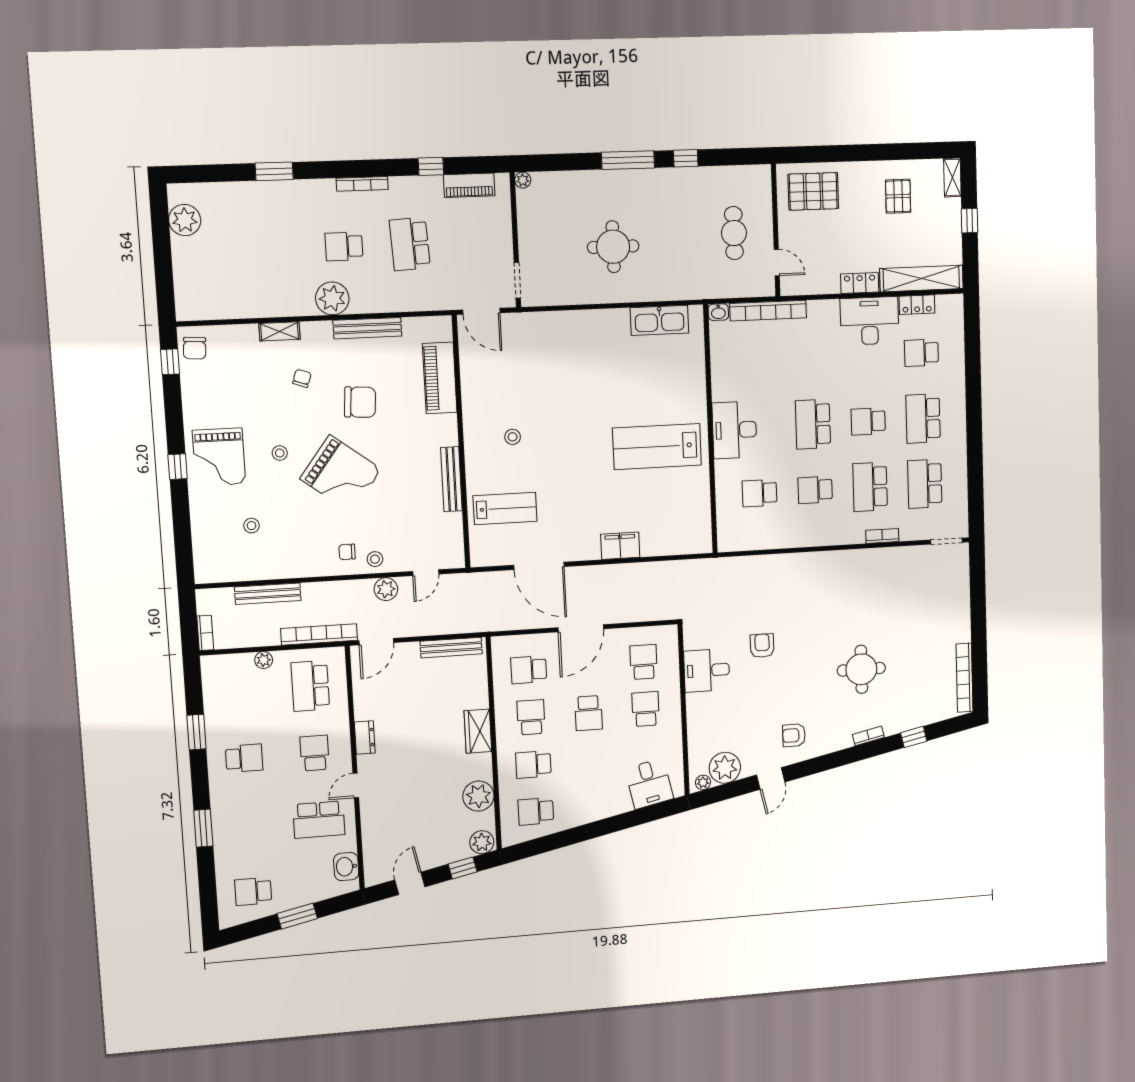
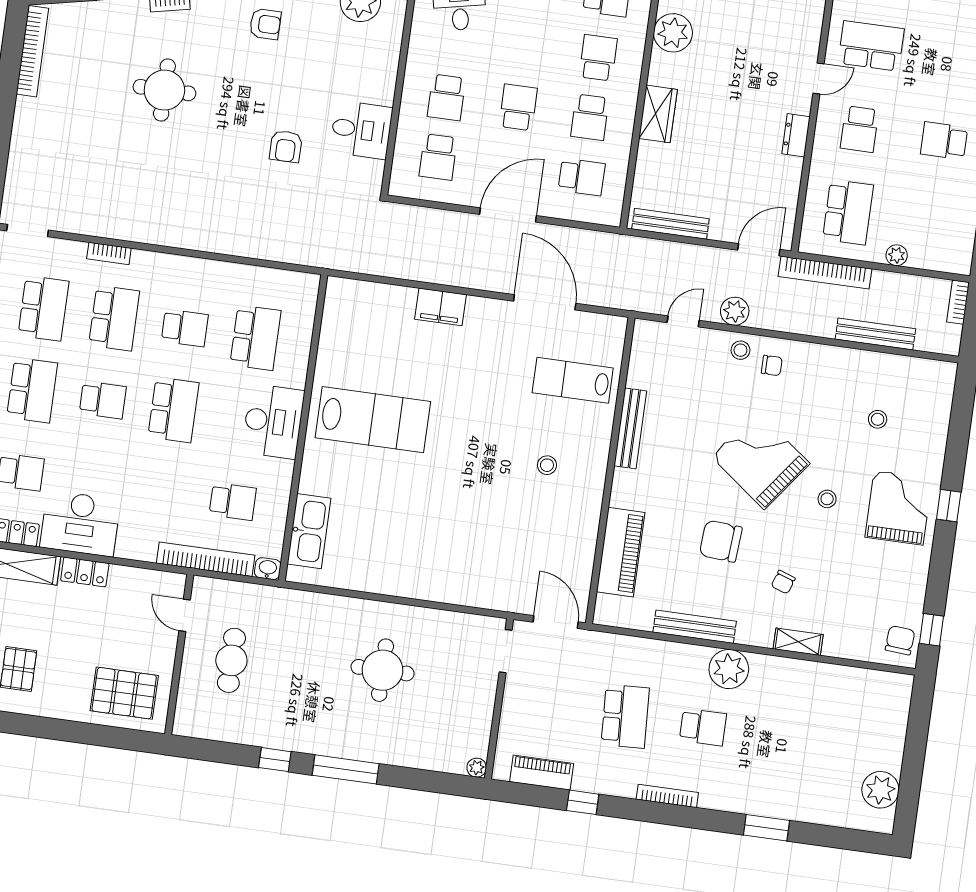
kitchen sink: (659, 320) -> (309, 531), moved, turned 90
school desk: (755, 361) -> (233, 502), added
school desk: (760, 493) -> (255, 338), width x1.85
school desk: (533, 764) -> (598, 58), turned -90

